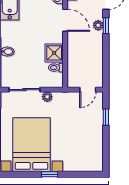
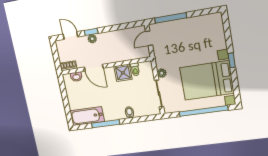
door: (65, 20) -> (94, 68), swing flipped
door: (88, 90) -> (149, 38), swing flipped
window: (106, 117) -> (171, 18), width x2.17

